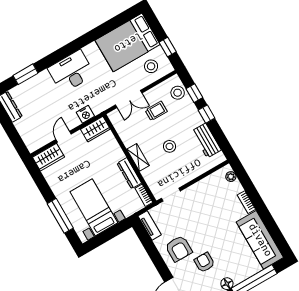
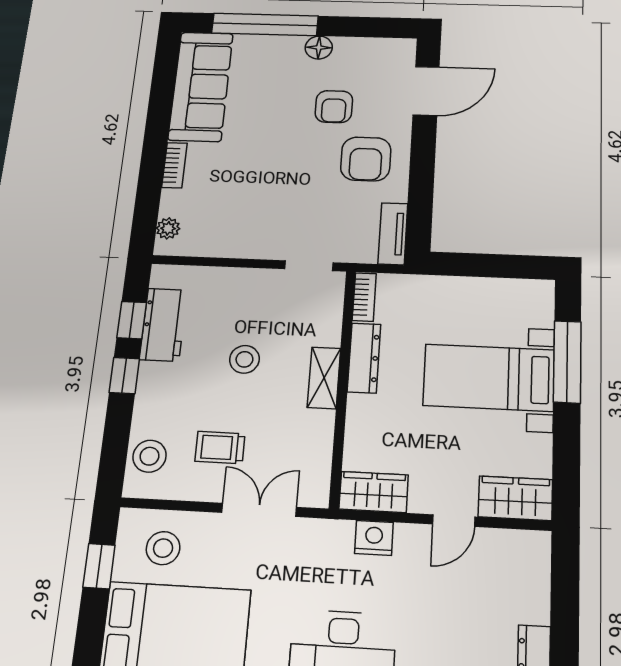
window: (194, 93) -> (132, 320), moved
bed with nightstands: (94, 207) -> (489, 378), moved, turned 90
armchair: (179, 249) -> (366, 159), turned 180

